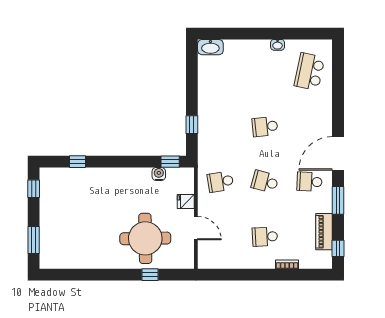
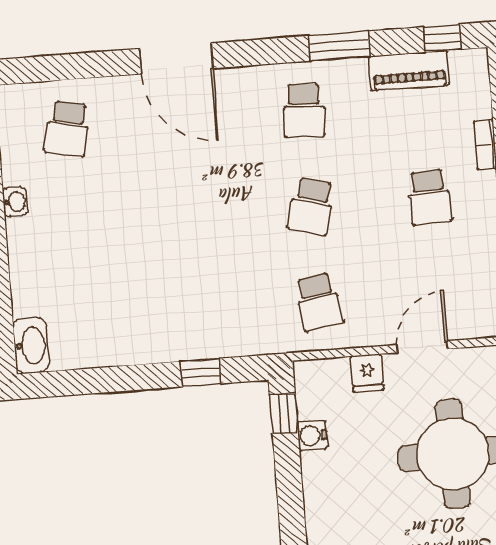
school desk: (309, 72) -> (67, 129), width x0.54
school desk: (265, 127) -> (193, 215), removed
door: (338, 153) -> (176, 59), moved

